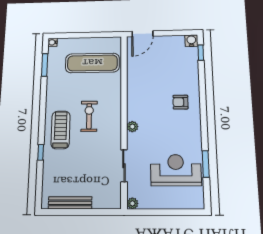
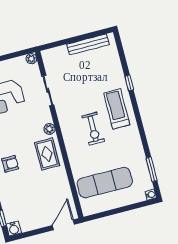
rug: (141, 103) -> (47, 154), added
treadmill: (61, 130) -> (117, 109), turned 180

